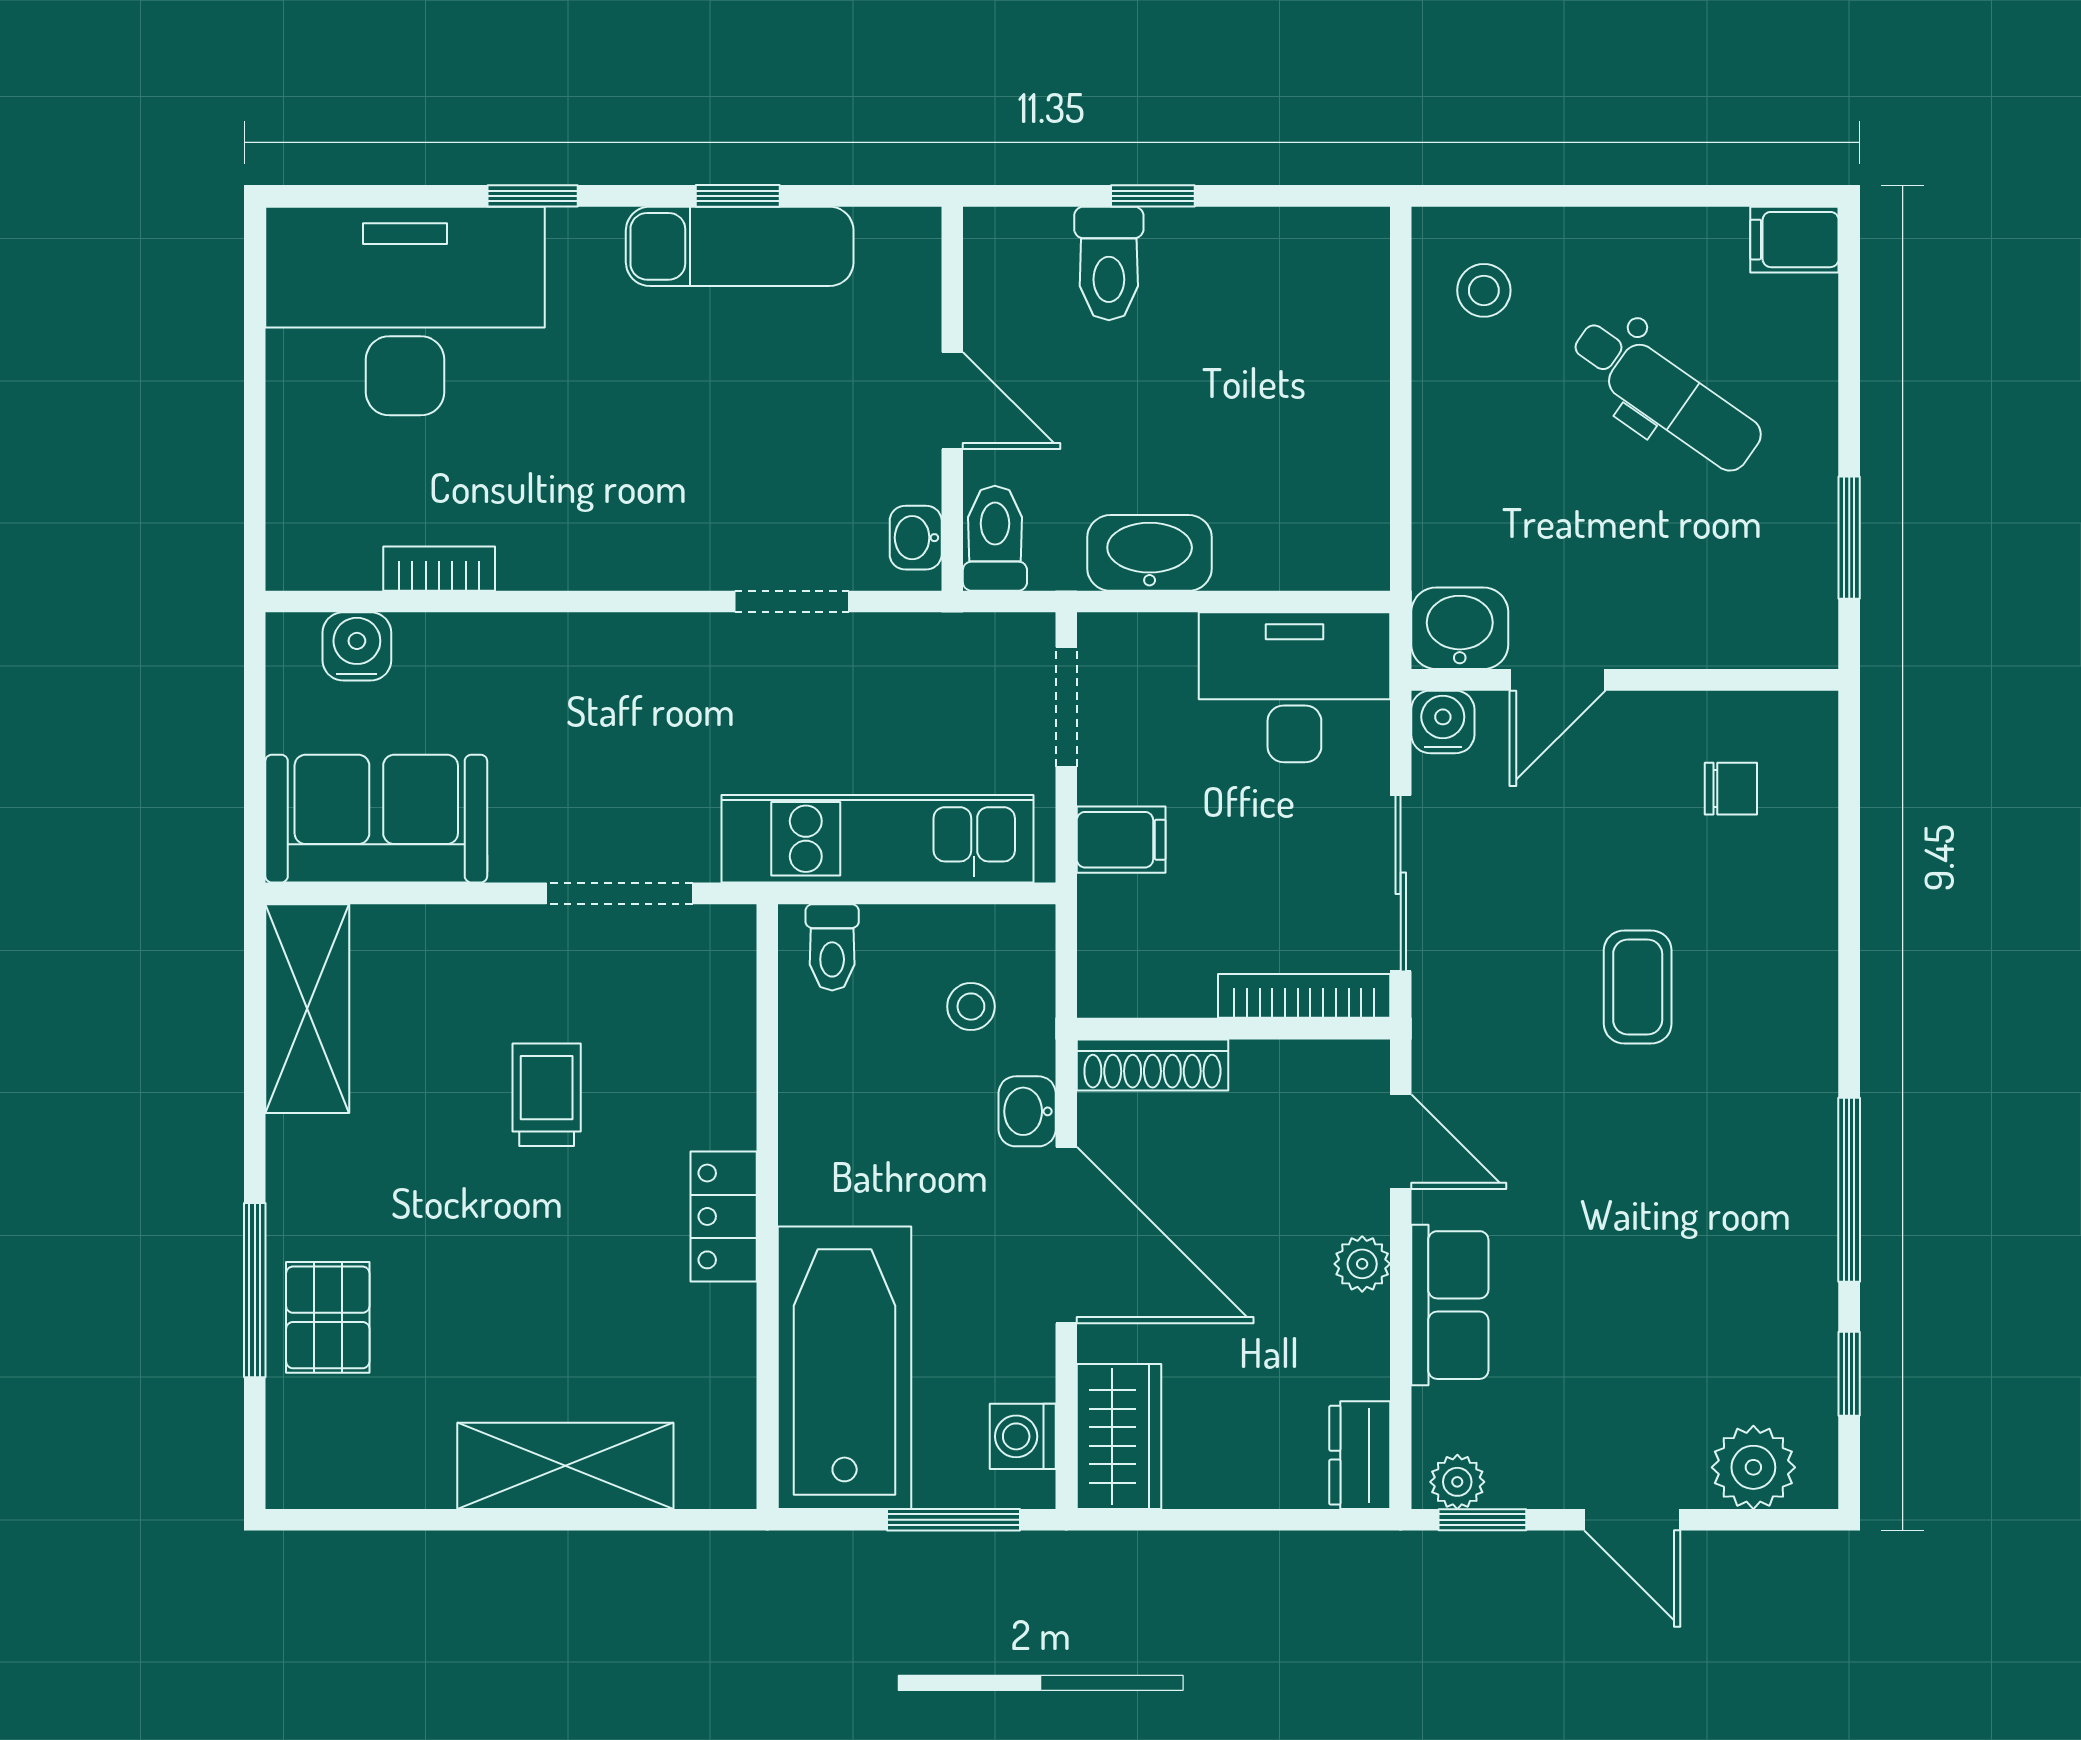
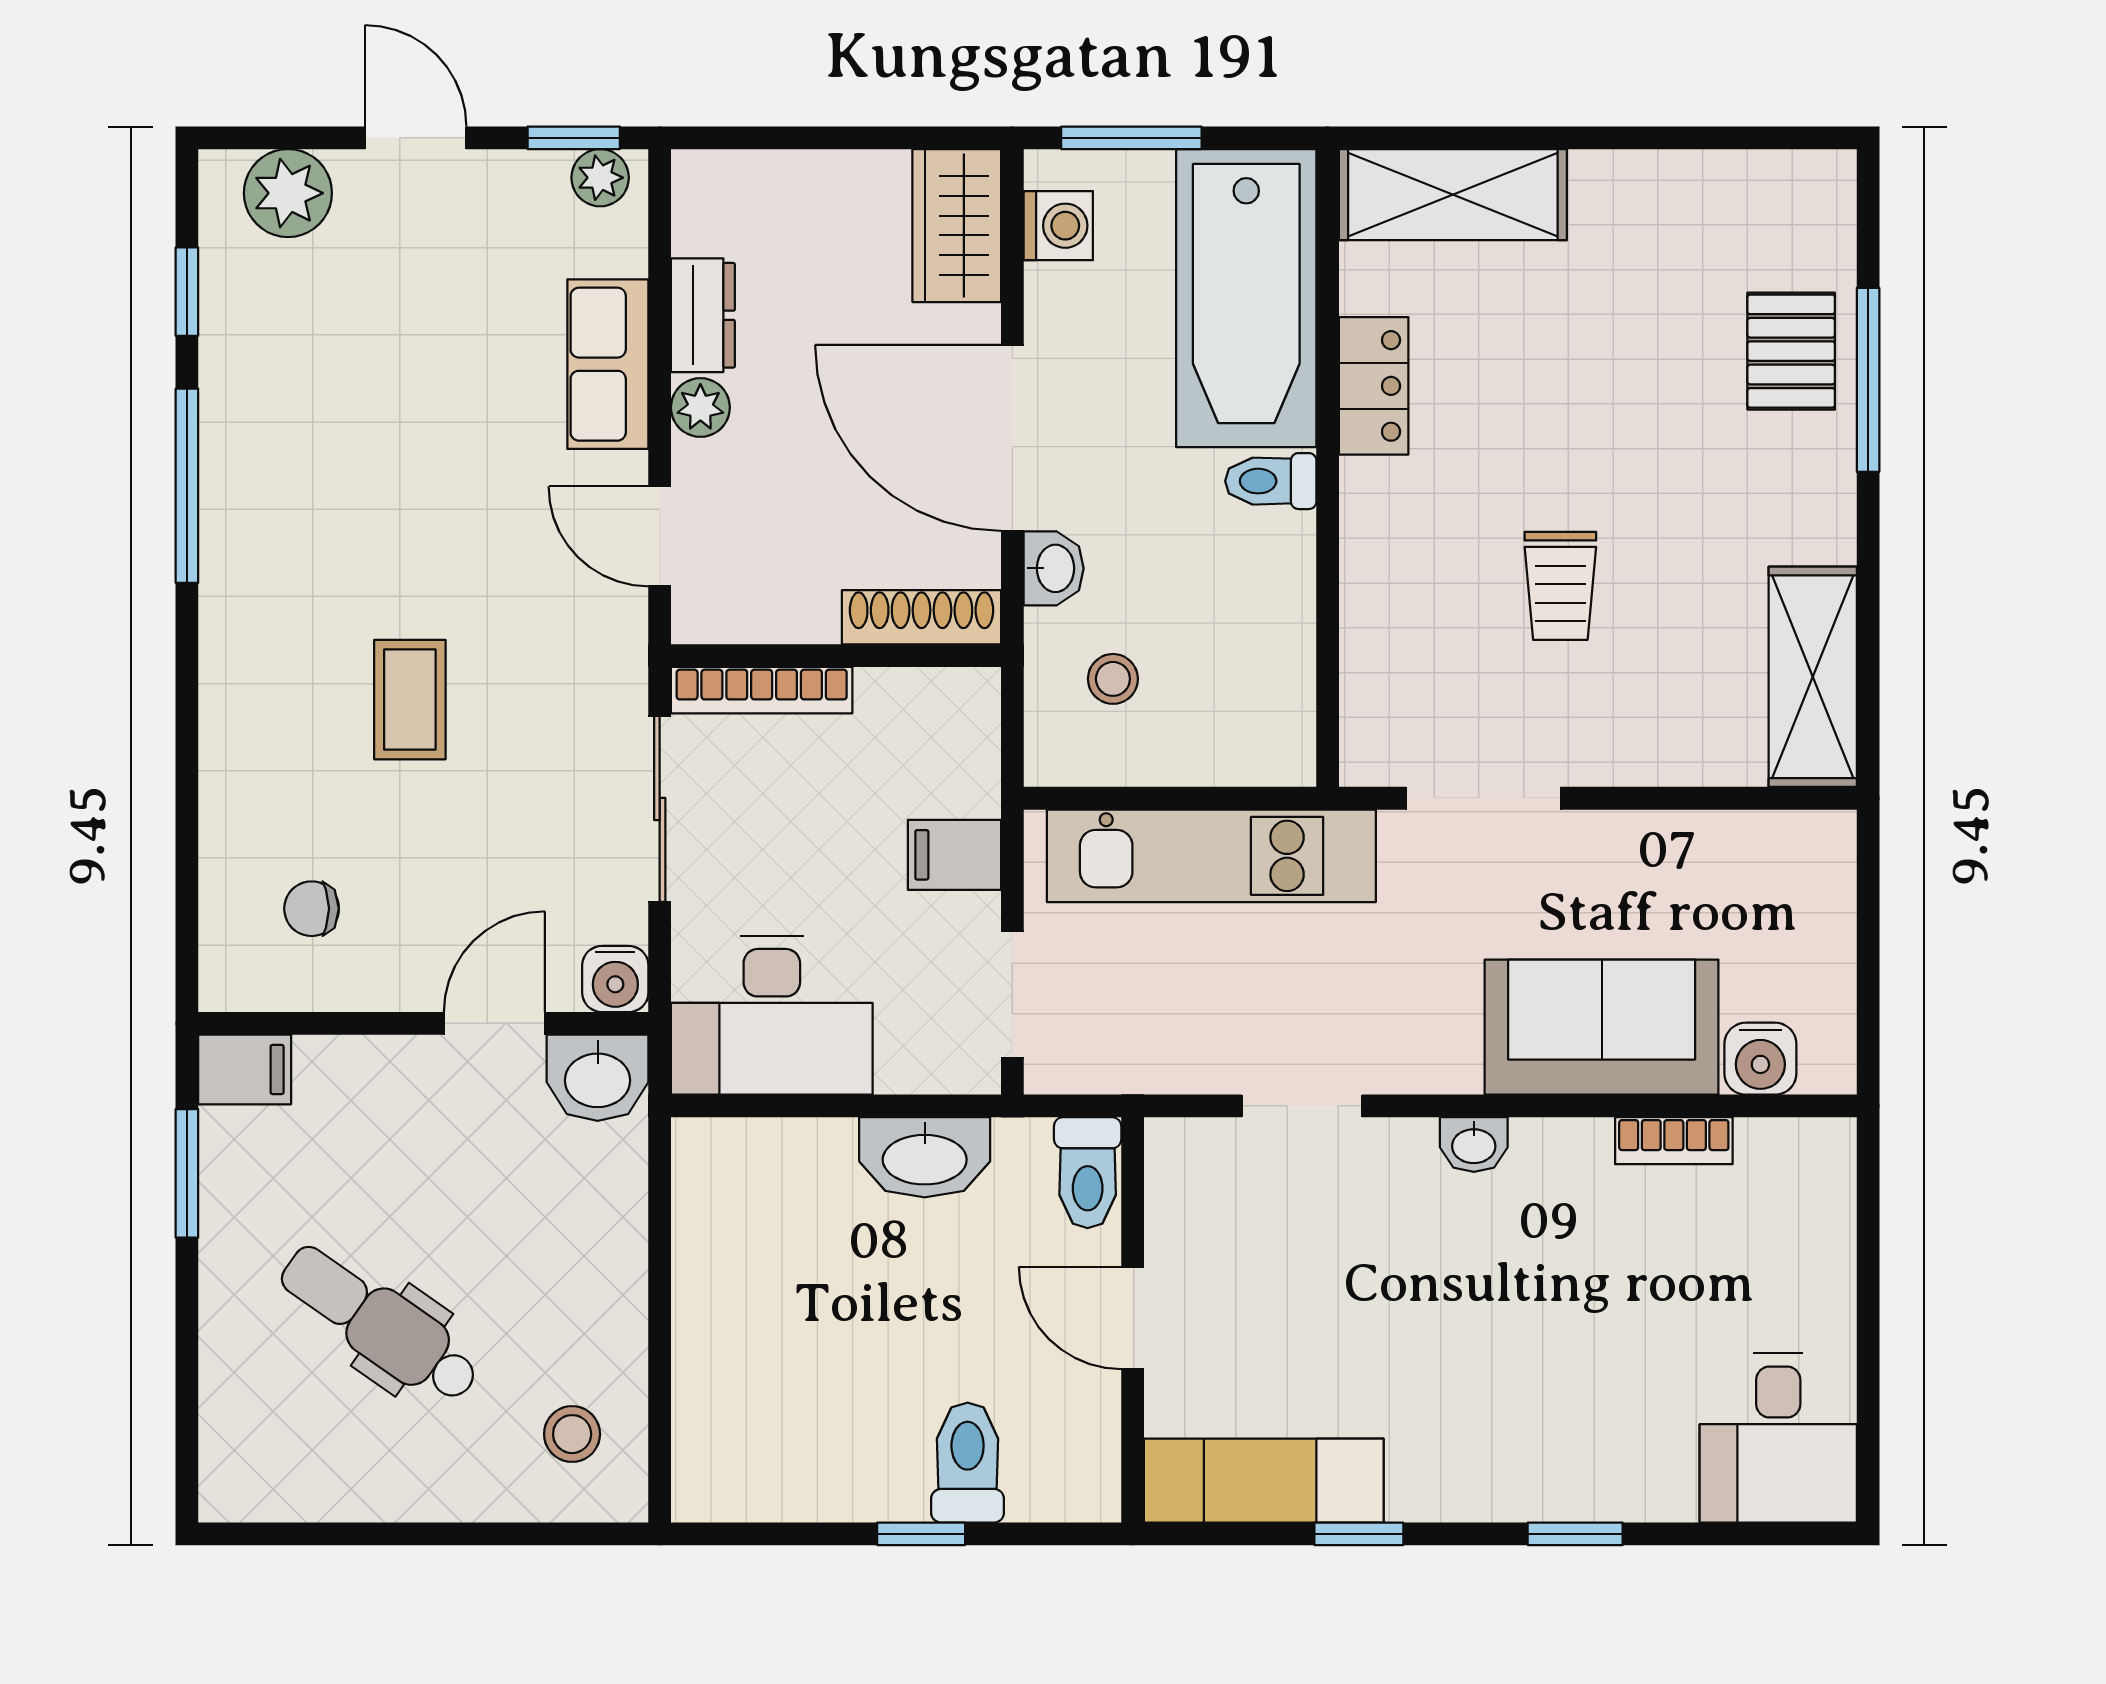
filing cabinet: (1794, 240) -> (245, 1069), moved
exam couch: (740, 246) -> (1264, 1481), moved
desk: (405, 311) -> (1778, 1438), width x0.53, depth x0.77
washbasin: (916, 538) -> (1474, 1145), moved, turned 90
sofa: (376, 819) -> (1602, 1027), moved, turned 180
toilet: (832, 947) -> (1271, 481), moved, turned -90
locker: (724, 1216) -> (1374, 386), moved
dresser: (1360, 1455) -> (703, 315), moved
shelving: (565, 1466) -> (1453, 195), moved

